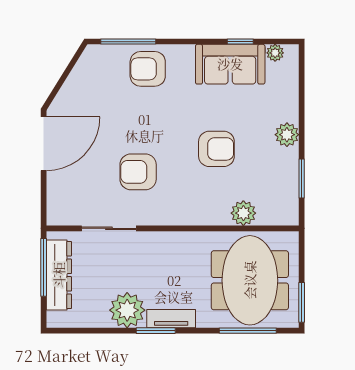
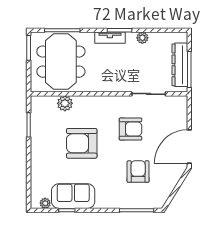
armchair: (148, 69) -> (138, 172), moved, turned -90
plant: (287, 135) -> (38, 152), removed
armchair: (216, 149) -> (82, 143), width x1.36, depth x1.36
plant: (127, 310) -> (142, 38), width x0.53, depth x0.53

